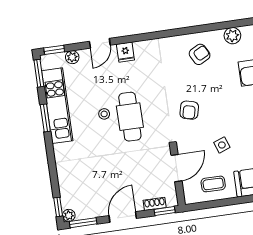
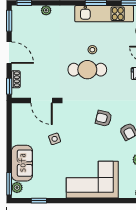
armchair: (189, 110) -> (104, 118), moved
coffee table: (213, 184) -> (25, 128), removed
plant: (69, 215) -> (46, 10), moved

